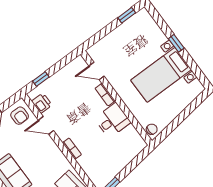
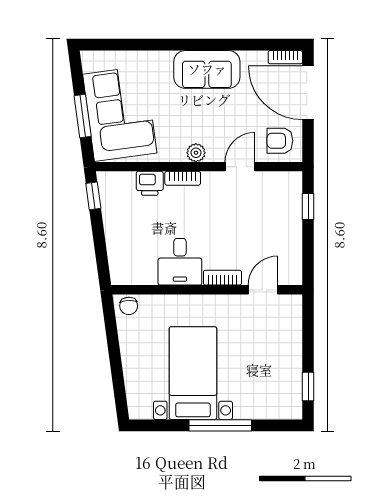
window: (176, 43) -> (220, 425), width x2.17
printer: (42, 103) -> (150, 183), moved
plant: (55, 151) -> (196, 153), added

